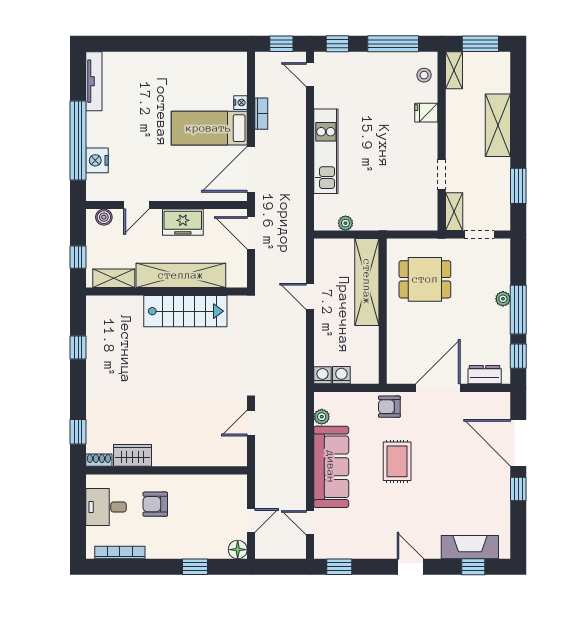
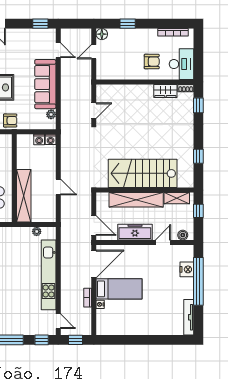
kitchen unit: (326, 151) -> (49, 275), width x1.36
freezer: (183, 222) -> (135, 232), width x1.40
stairs: (185, 311) -> (143, 173), width x1.36, depth x1.51
desk: (106, 507) -> (181, 64), width x1.37

